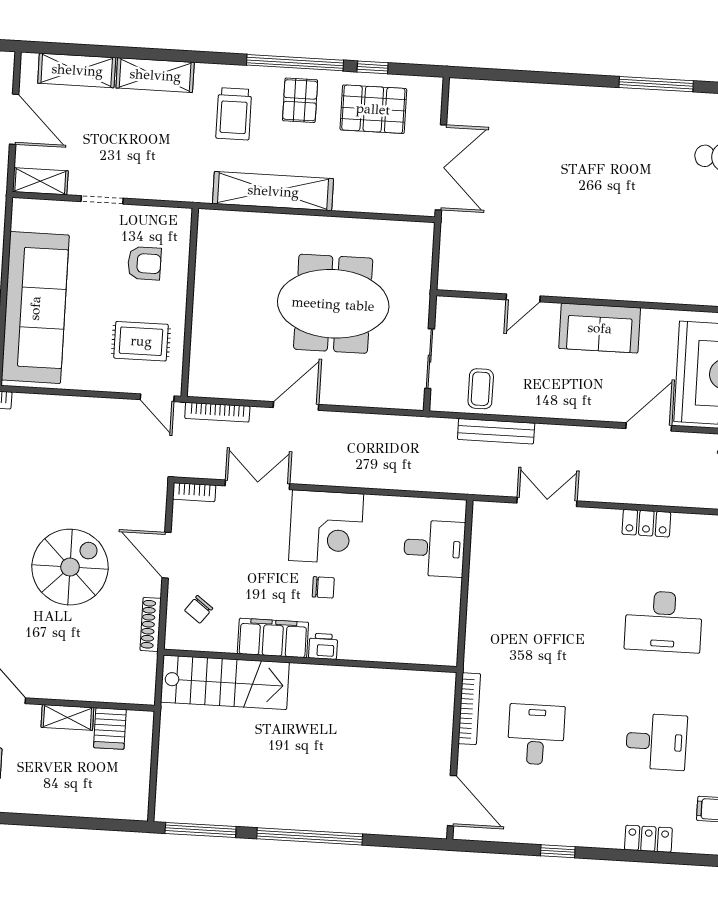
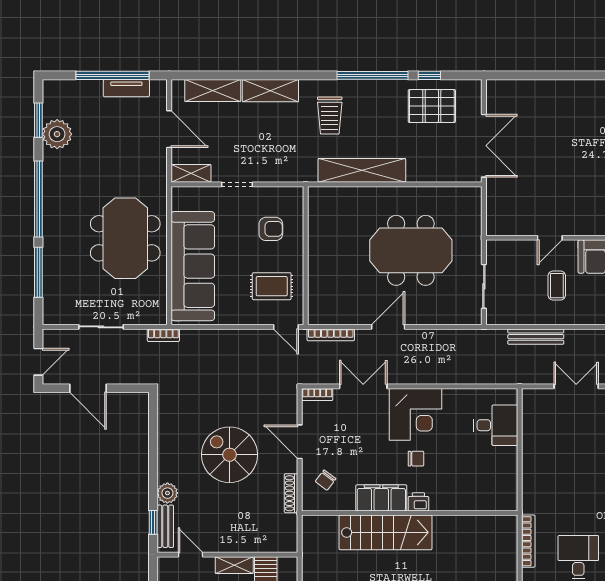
pallet: (300, 100) -> (378, 103), removed
coffee table: (481, 389) -> (557, 286), moved
spiral stairs: (70, 567) -> (230, 455), turned -90
stairs: (225, 682) -> (386, 532), moved

